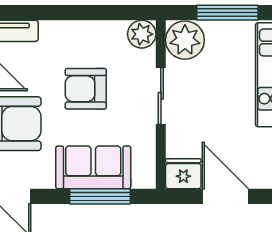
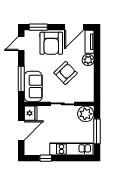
plant: (142, 34) -> (88, 60), moved
armchair: (86, 89) -> (66, 73), turned 46
sofa: (93, 167) -> (33, 86), moved

